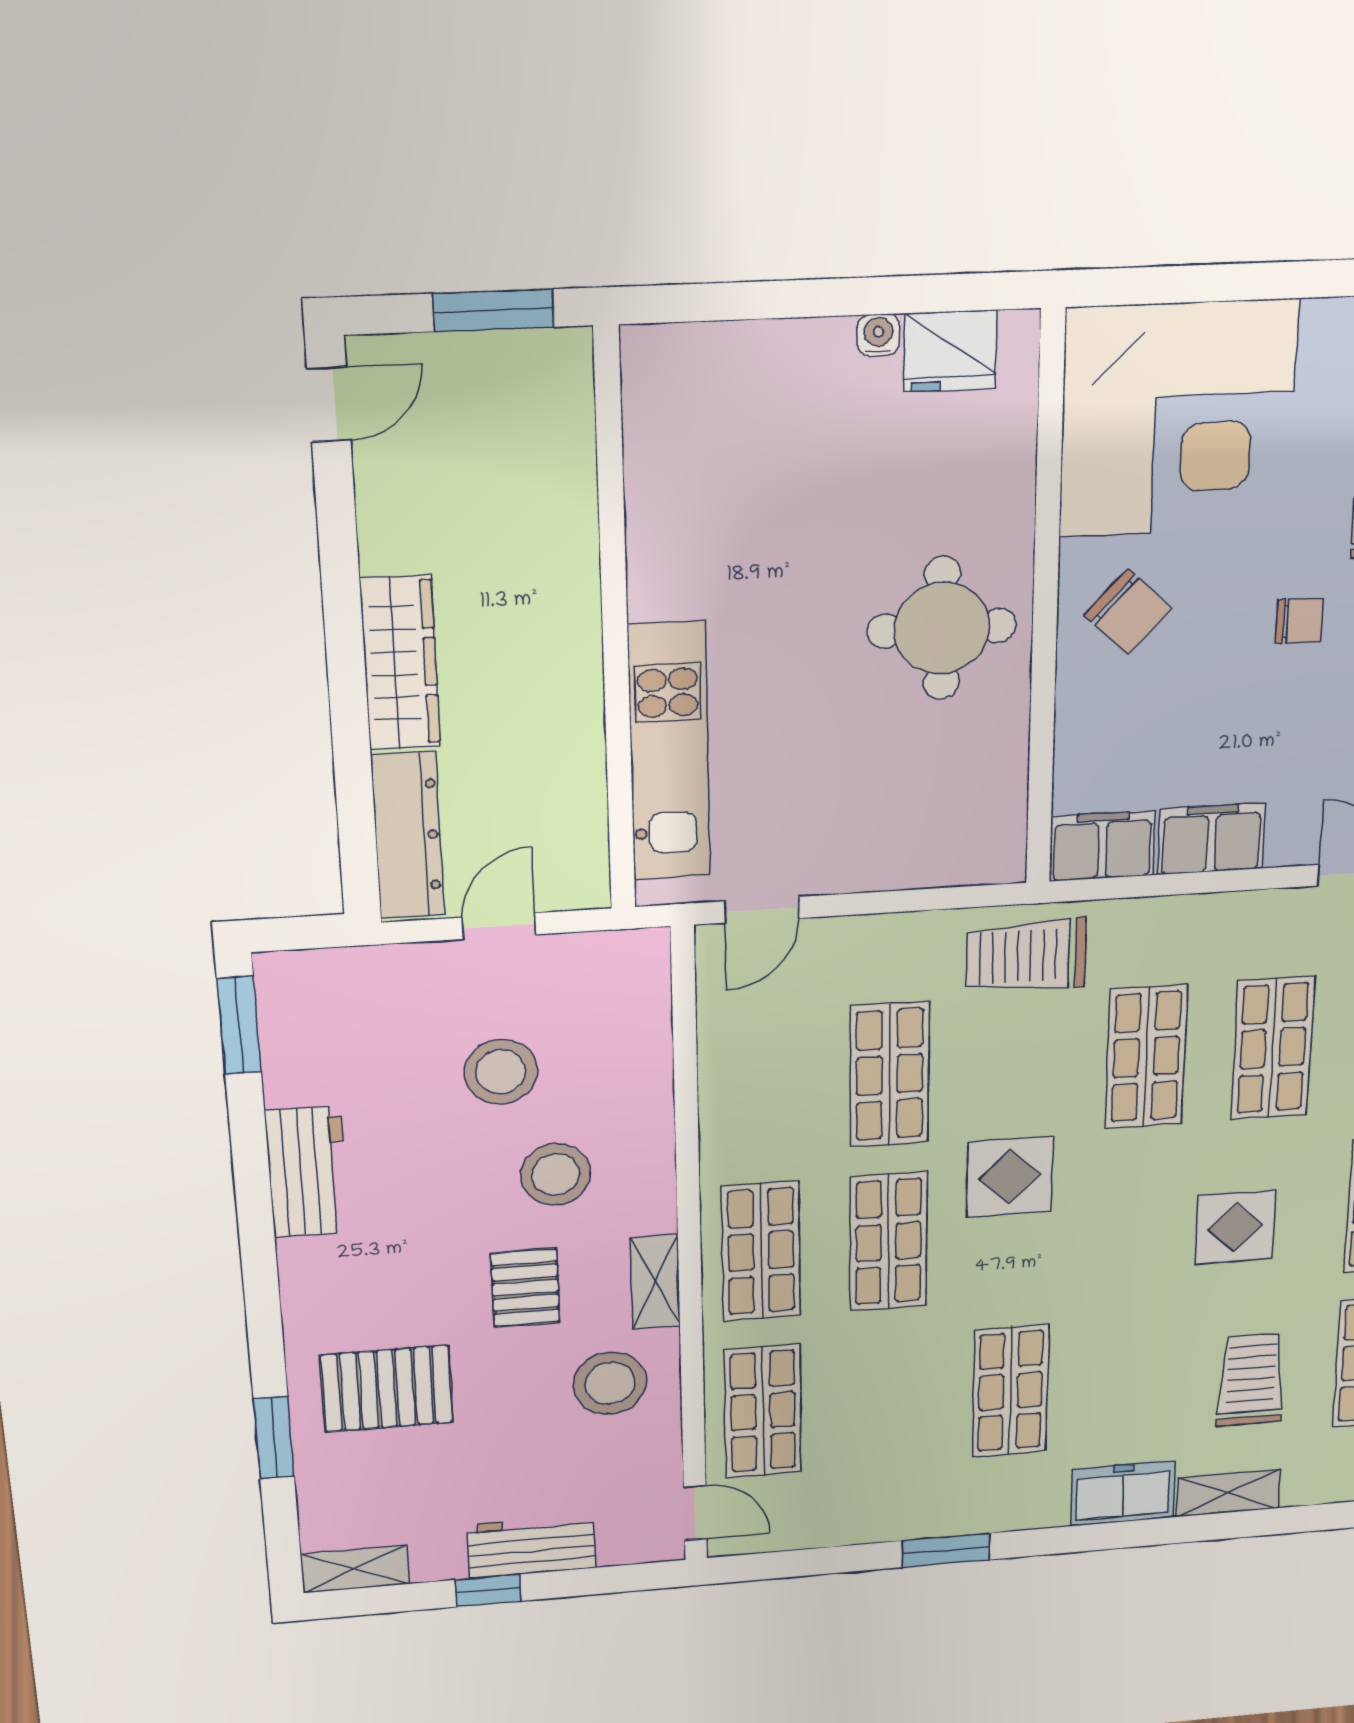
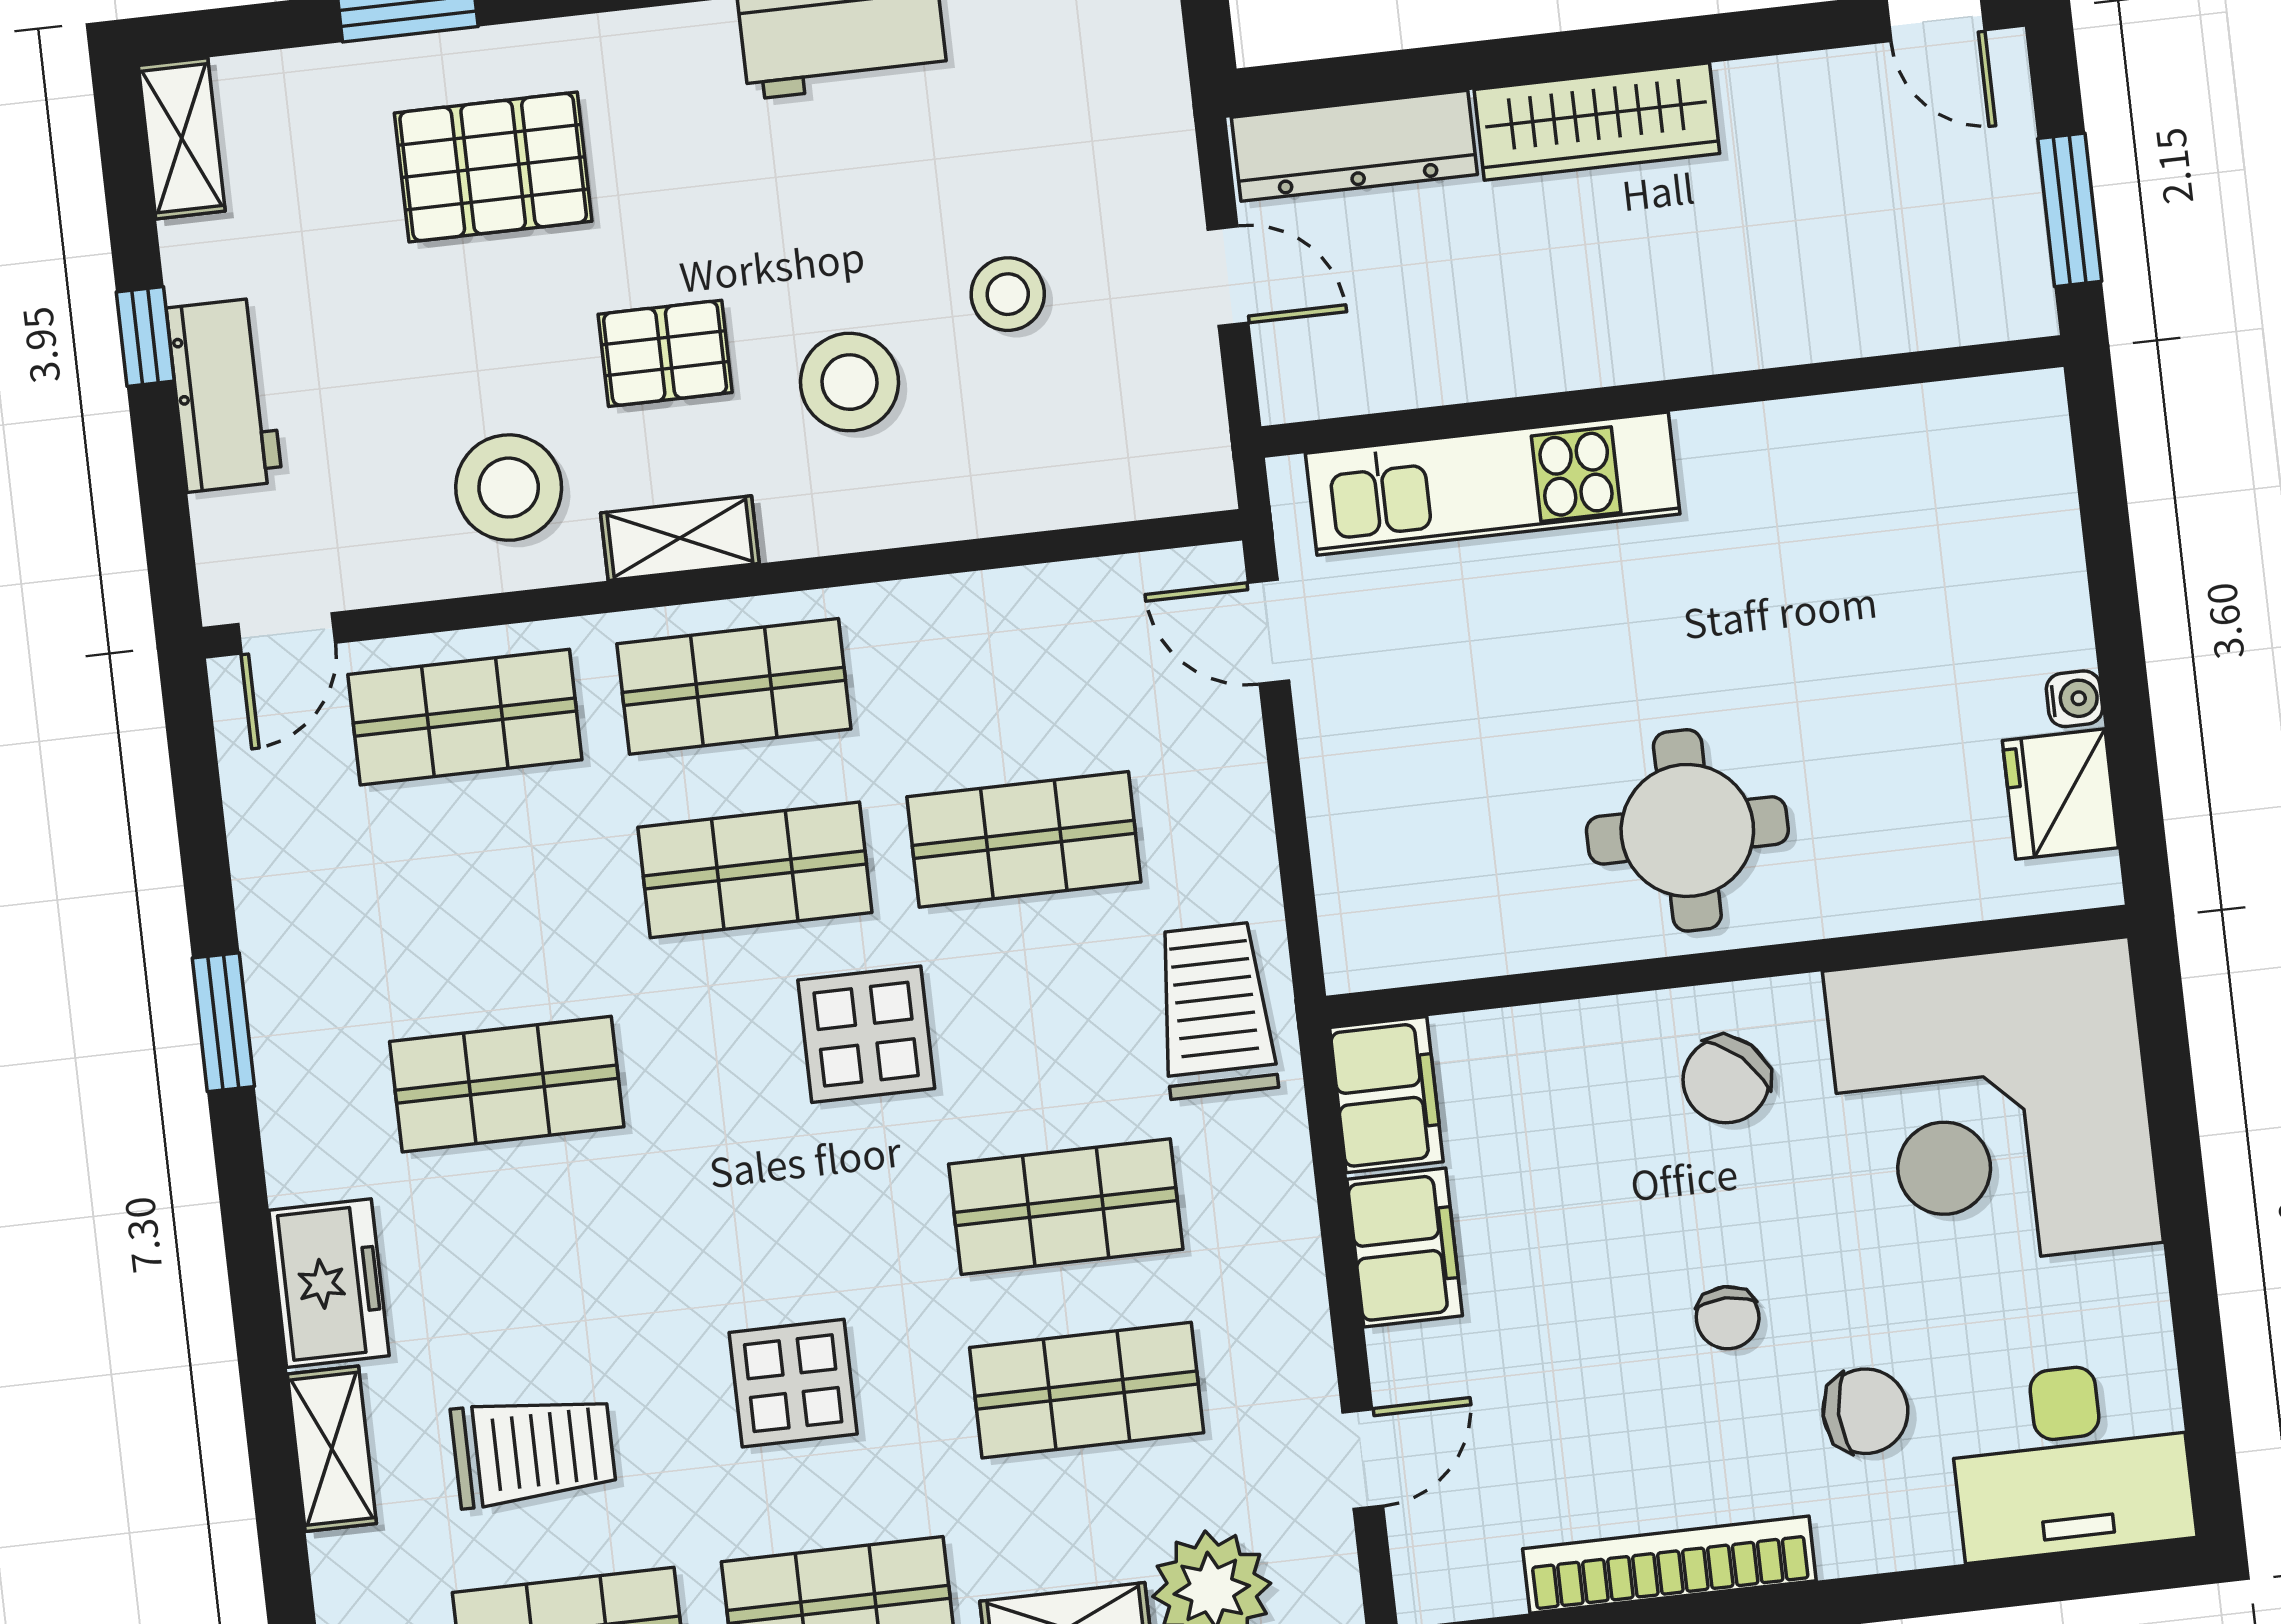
stool: (501, 1072) -> (1008, 294), width x0.73, depth x0.73
pallet: (387, 1389) -> (493, 167), turned 90

